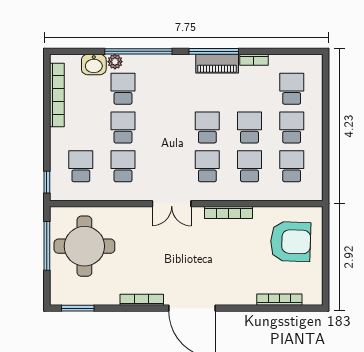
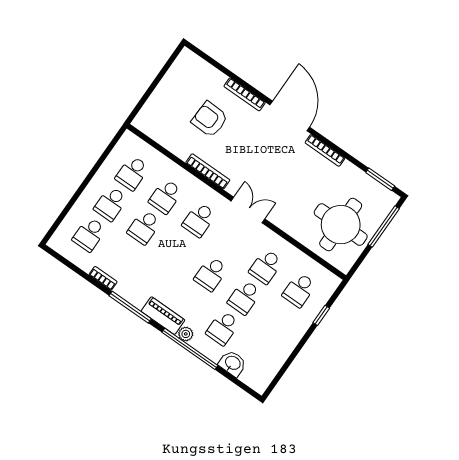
plant: (115, 62) -> (186, 334), moved
piano: (217, 64) -> (163, 316), moved
bookcase: (57, 95) -> (279, 360), removed
school desk: (207, 127) -> (211, 274), moved
window: (47, 182) -> (321, 315), moved
armchair: (291, 242) -> (210, 119), moved, width x0.73, depth x0.73
window: (47, 246) -> (384, 226), moved
bookcase: (279, 300) -> (245, 94), moved

